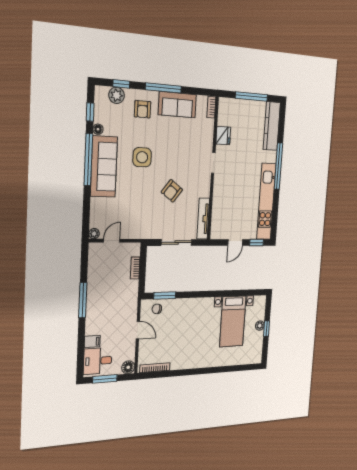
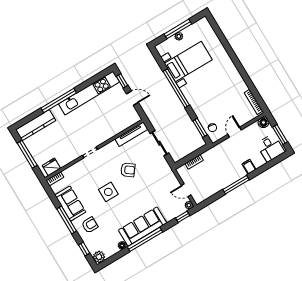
plant: (117, 95) -> (99, 257), moved
window: (90, 112) -> (183, 217), moved
fridge: (223, 136) -> (51, 167), moved
side table: (142, 157) -> (108, 192), moved
window: (217, 294) -> (176, 88), added
window: (267, 329) -> (178, 29), width x2.17
filing cabinet: (92, 341) -> (249, 167), moved

